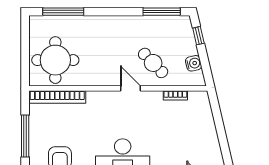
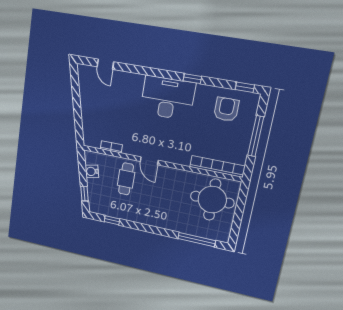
window: (162, 12) -> (112, 220), width x0.46
cafe table: (153, 63) -> (126, 179), turned 44

